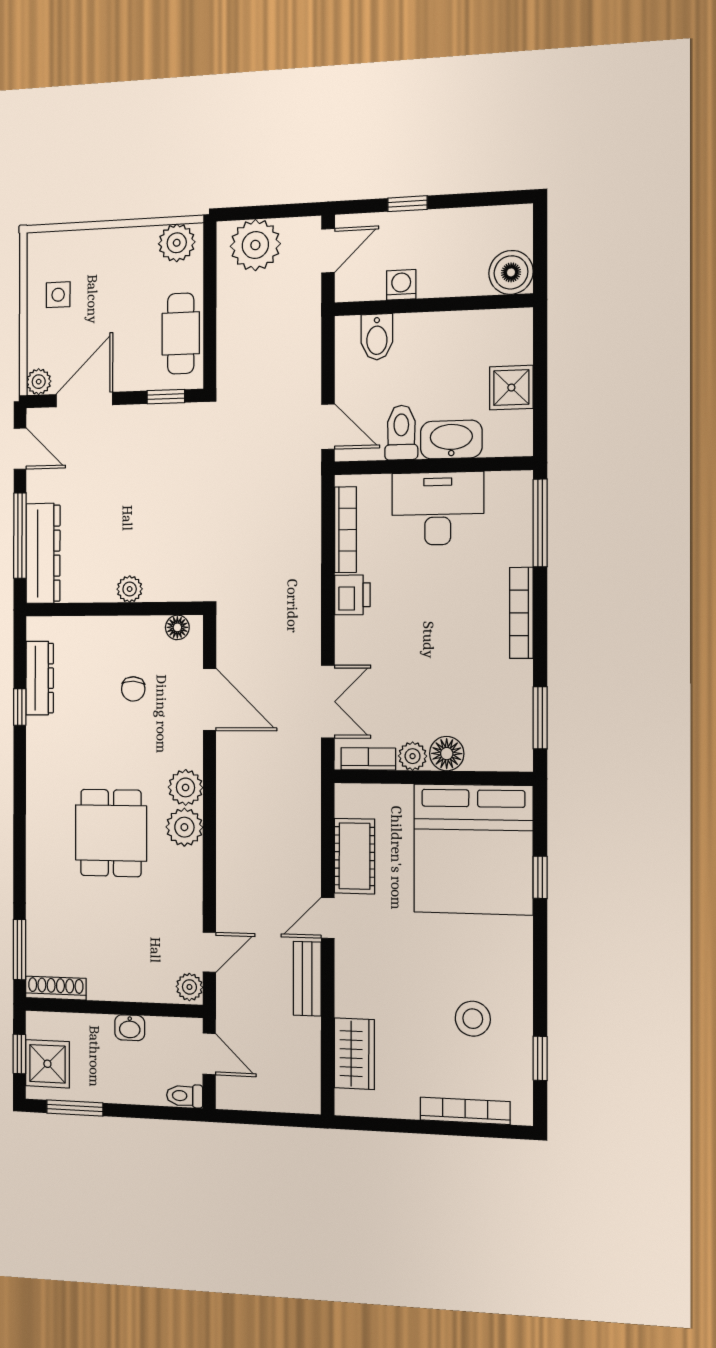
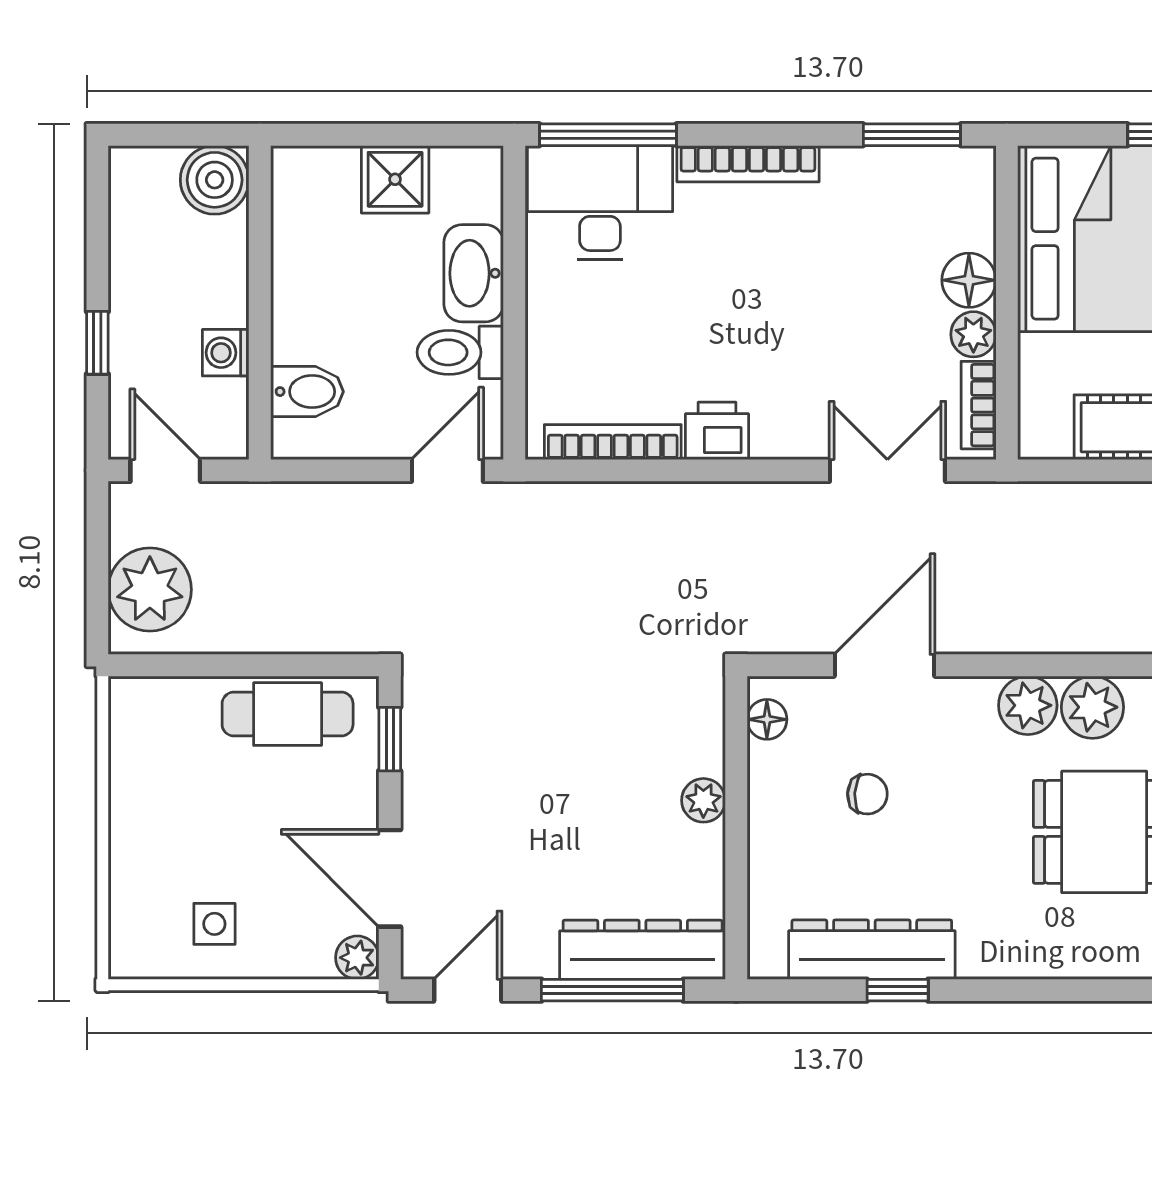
plant: (177, 243) -> (139, 721), removed
desk: (438, 509) -> (600, 203), moved, turned 90
dresser: (40, 678) -> (872, 950), width x1.37, depth x1.24

